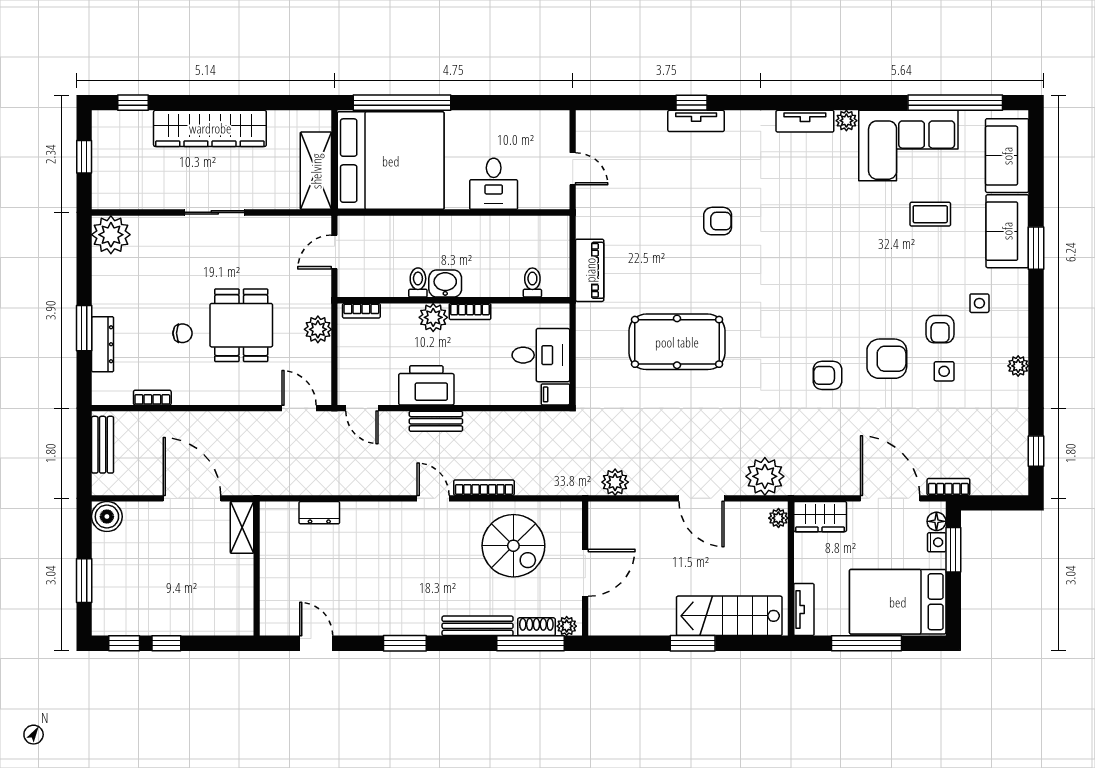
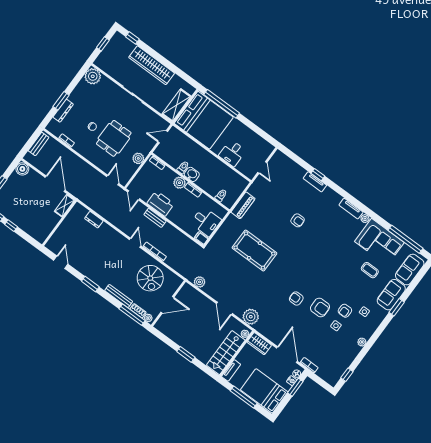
stairs: (729, 616) -> (226, 353), moved, turned -90

